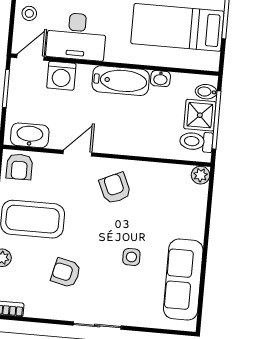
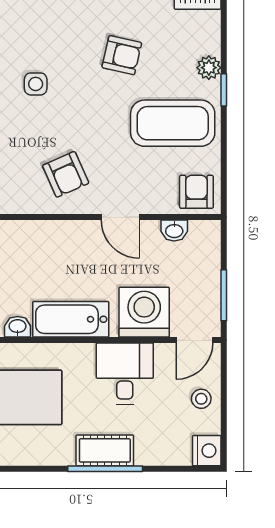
desk: (76, 36) -> (125, 373), width x0.73
washing machine: (61, 76) -> (144, 312), width x1.37, depth x1.37
washbasin: (30, 135) -> (174, 230), width x0.52, depth x0.69
door: (77, 153) -> (120, 217), hinge flipped

